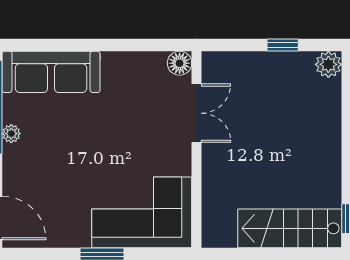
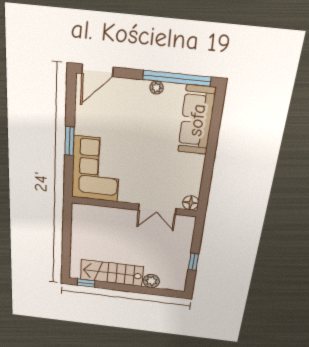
plant: (328, 64) -> (151, 281), moved
stairs: (290, 228) -> (112, 273), moved, turned -90

